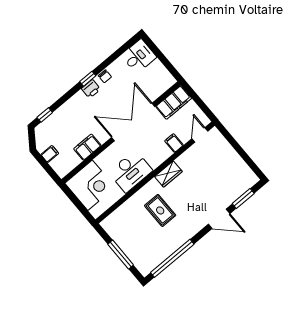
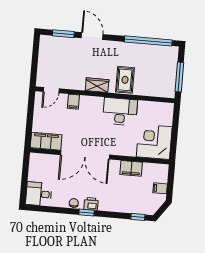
door: (200, 135) -> (51, 90), moved
filing cabinet: (174, 143) -> (73, 102), moved
desk: (131, 171) -> (120, 111), moved
wall: (155, 173) -> (105, 95), moved
wardrobe: (168, 174) -> (97, 85), moved

